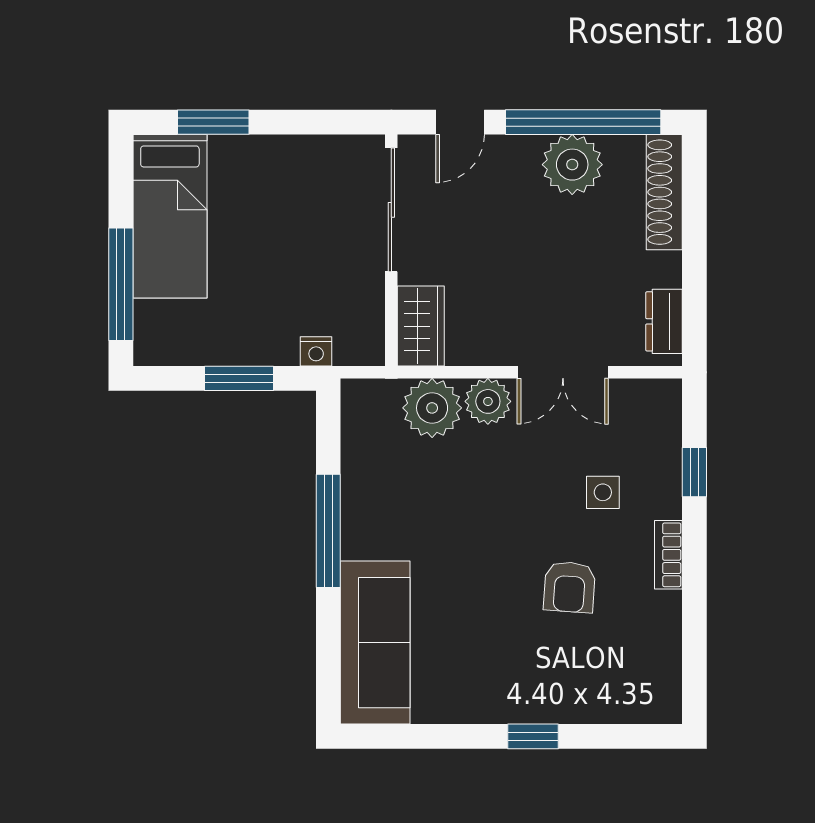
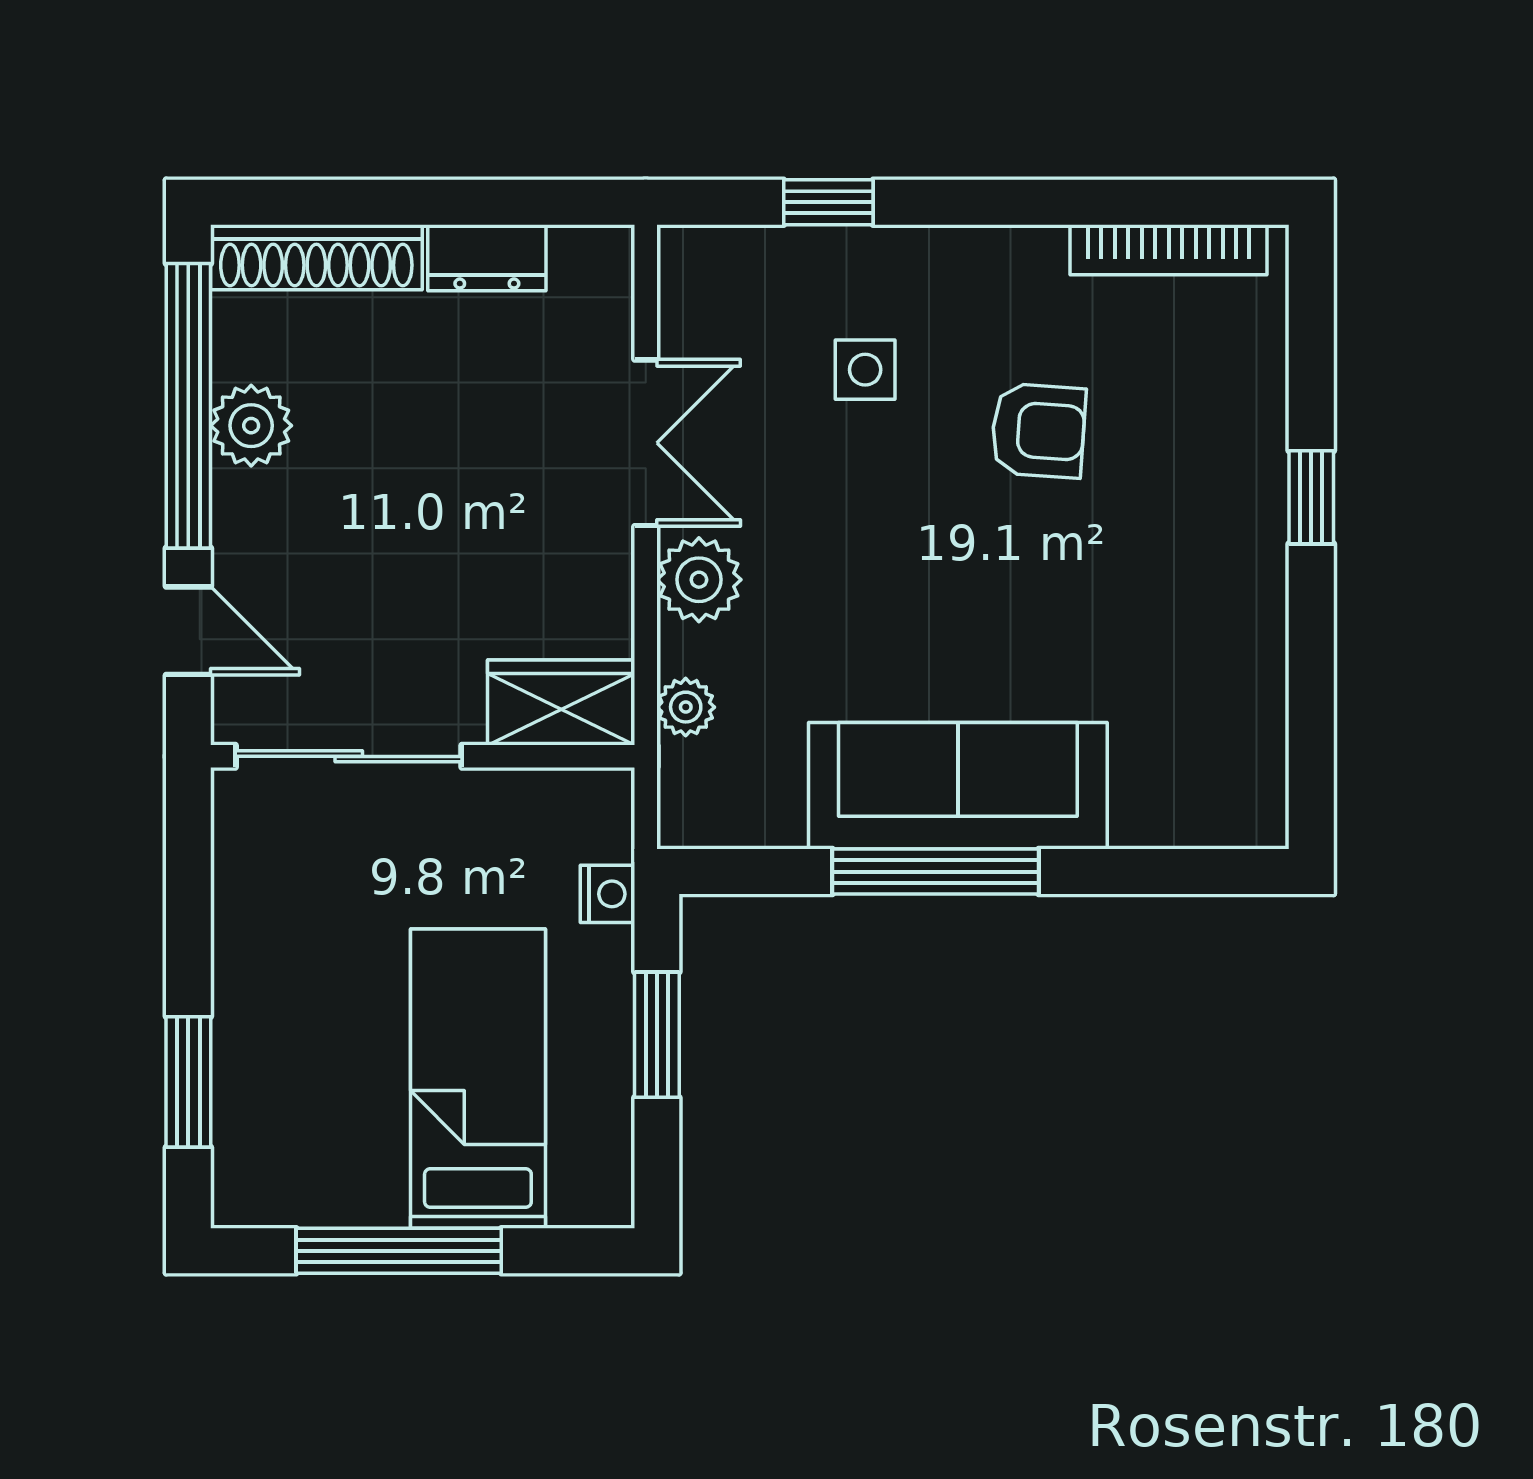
plant: (572, 165) -> (251, 426), width x0.73, depth x0.73
bed: (170, 216) -> (478, 1079), moved, turned -90
window: (121, 284) -> (399, 1251), moved
dresser: (664, 321) -> (487, 258), moved
plant: (432, 408) -> (686, 707), width x0.53, depth x0.53
bookcase: (668, 555) -> (1169, 250), moved, width x1.56
sofa: (375, 643) -> (958, 786), moved

